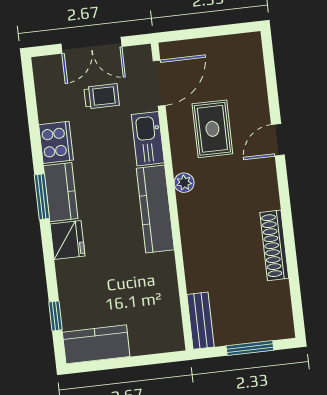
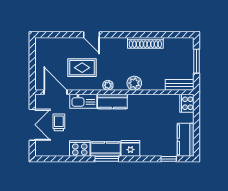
kitchen counter: (155, 209) -> (112, 102), width x0.67
plant: (194, 233) -> (134, 83), added
cooker: (167, 339) -> (187, 103), added

